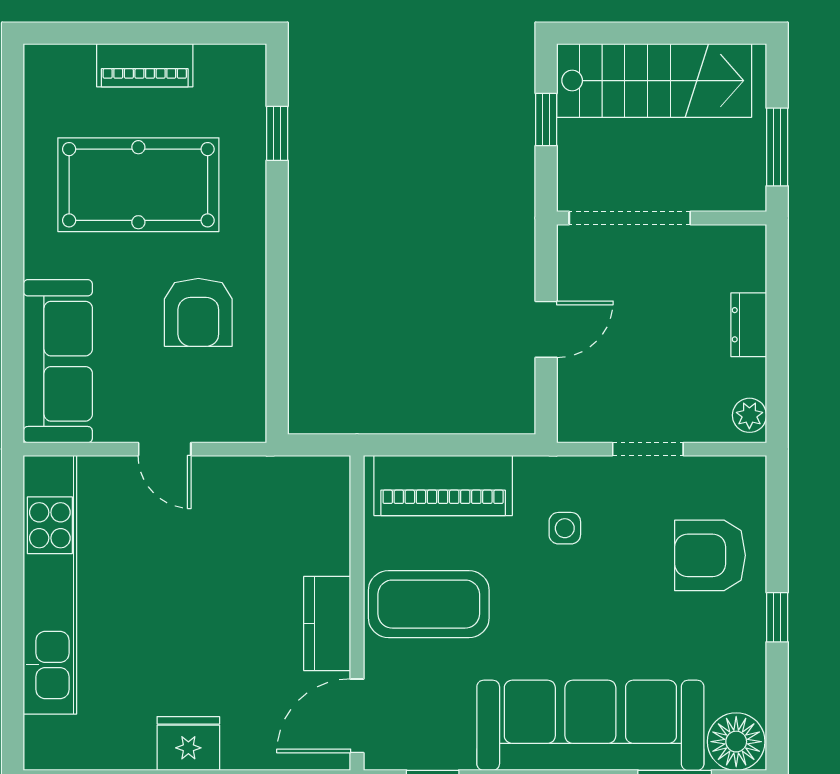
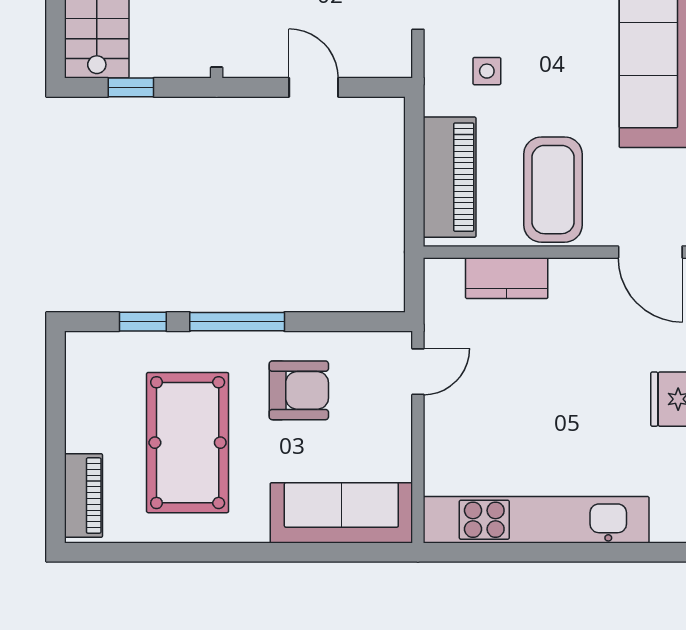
piano: (145, 65) -> (84, 496), moved
window: (277, 242) -> (237, 322), added
door: (165, 449) -> (418, 372), moved
kitchen counter: (327, 623) -> (507, 278), moved

